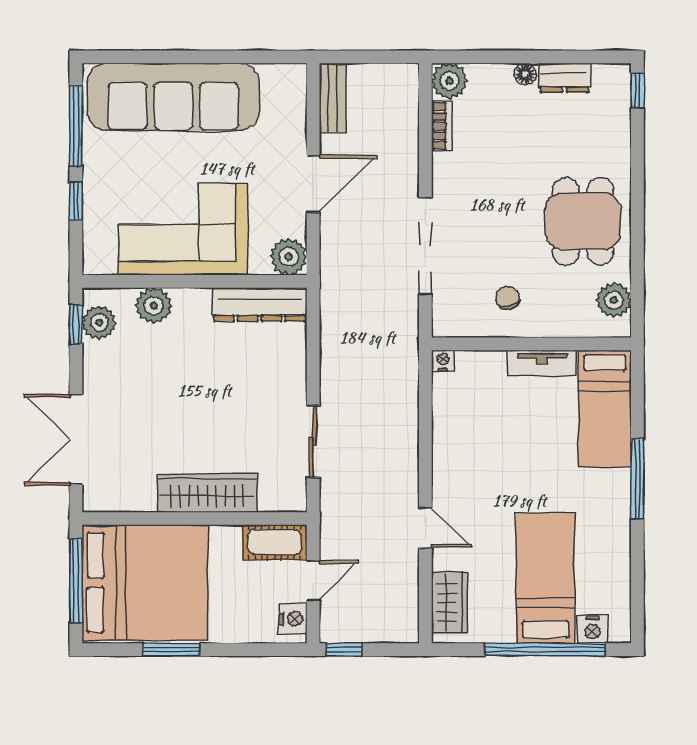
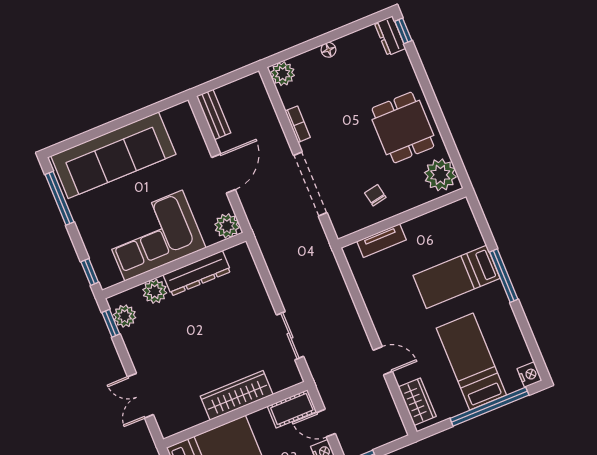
dresser: (564, 78) -> (390, 36), moved, turned 90
bookcase: (442, 126) -> (298, 124), moved
window: (76, 201) -> (90, 272), moved
plant: (614, 300) -> (440, 175), width x1.36, depth x1.36
dresser: (260, 305) -> (197, 273), moved
nightstand: (443, 361) -> (351, 251), removed
tv unit: (542, 363) -> (382, 241), moved
bed: (605, 409) -> (457, 277), moved, turned 90
double door: (76, 440) -> (140, 396), width x0.73
door: (313, 580) -> (326, 423), swing flipped
nightstand: (592, 629) -> (530, 375), moved, turned -90

